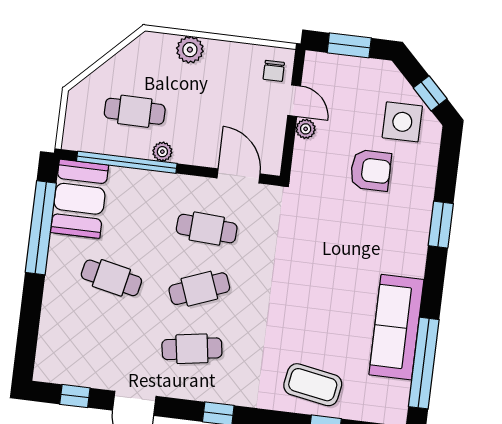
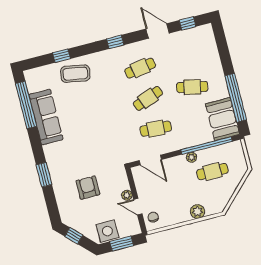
side table: (402, 122) -> (107, 231), moved
armchair: (371, 170) -> (88, 188), turned 90

